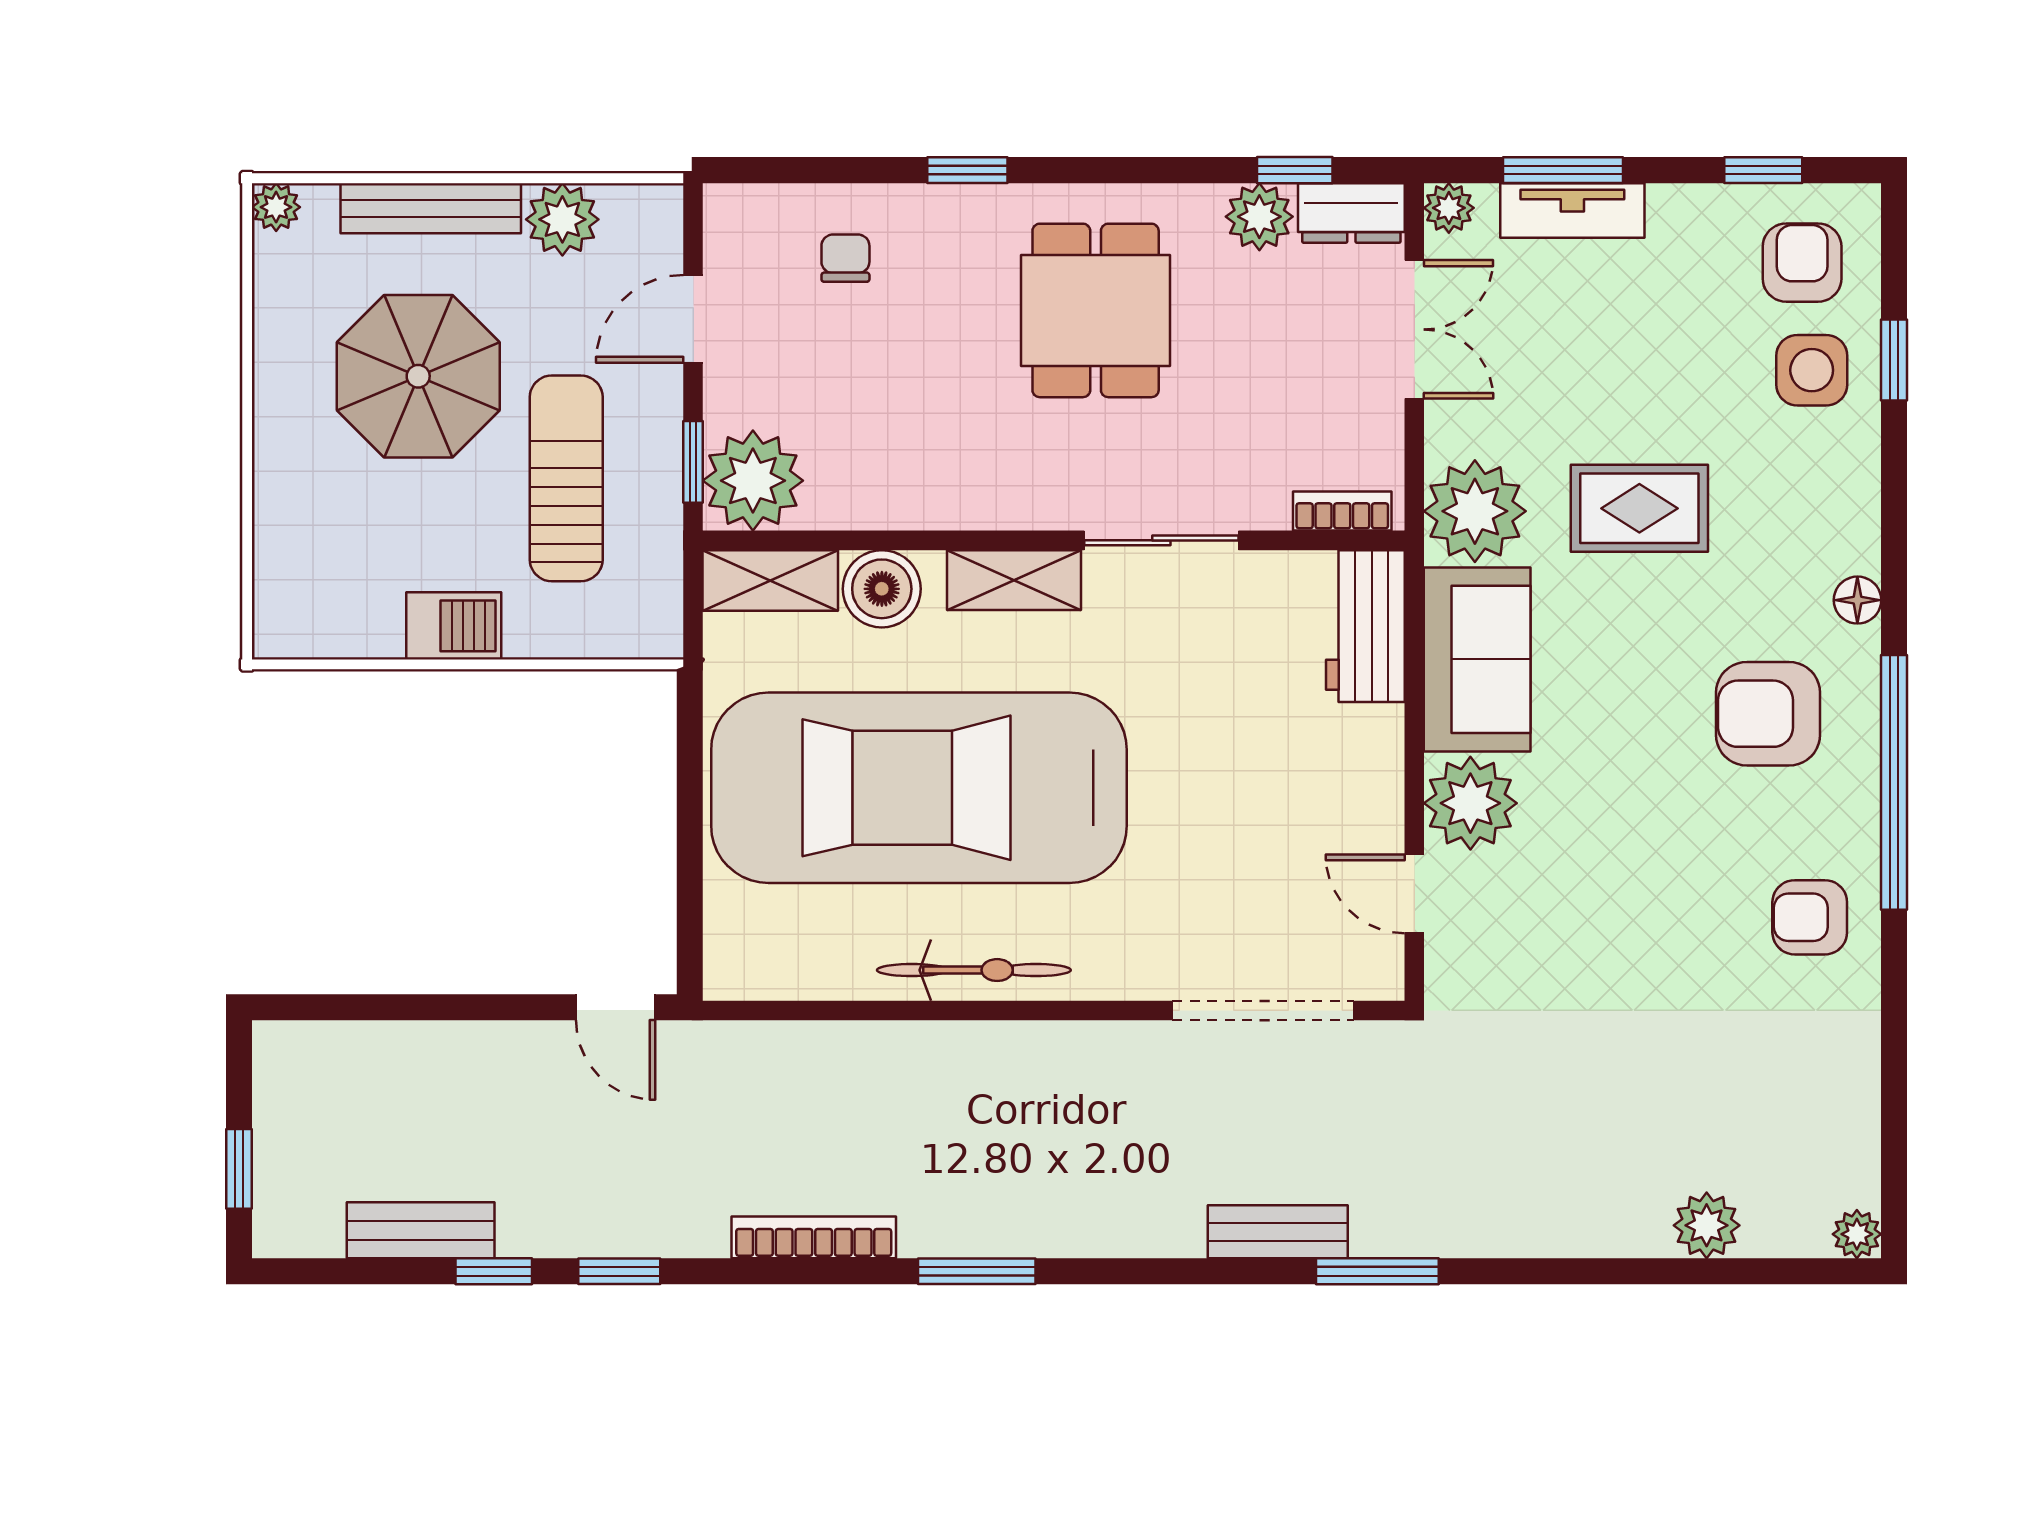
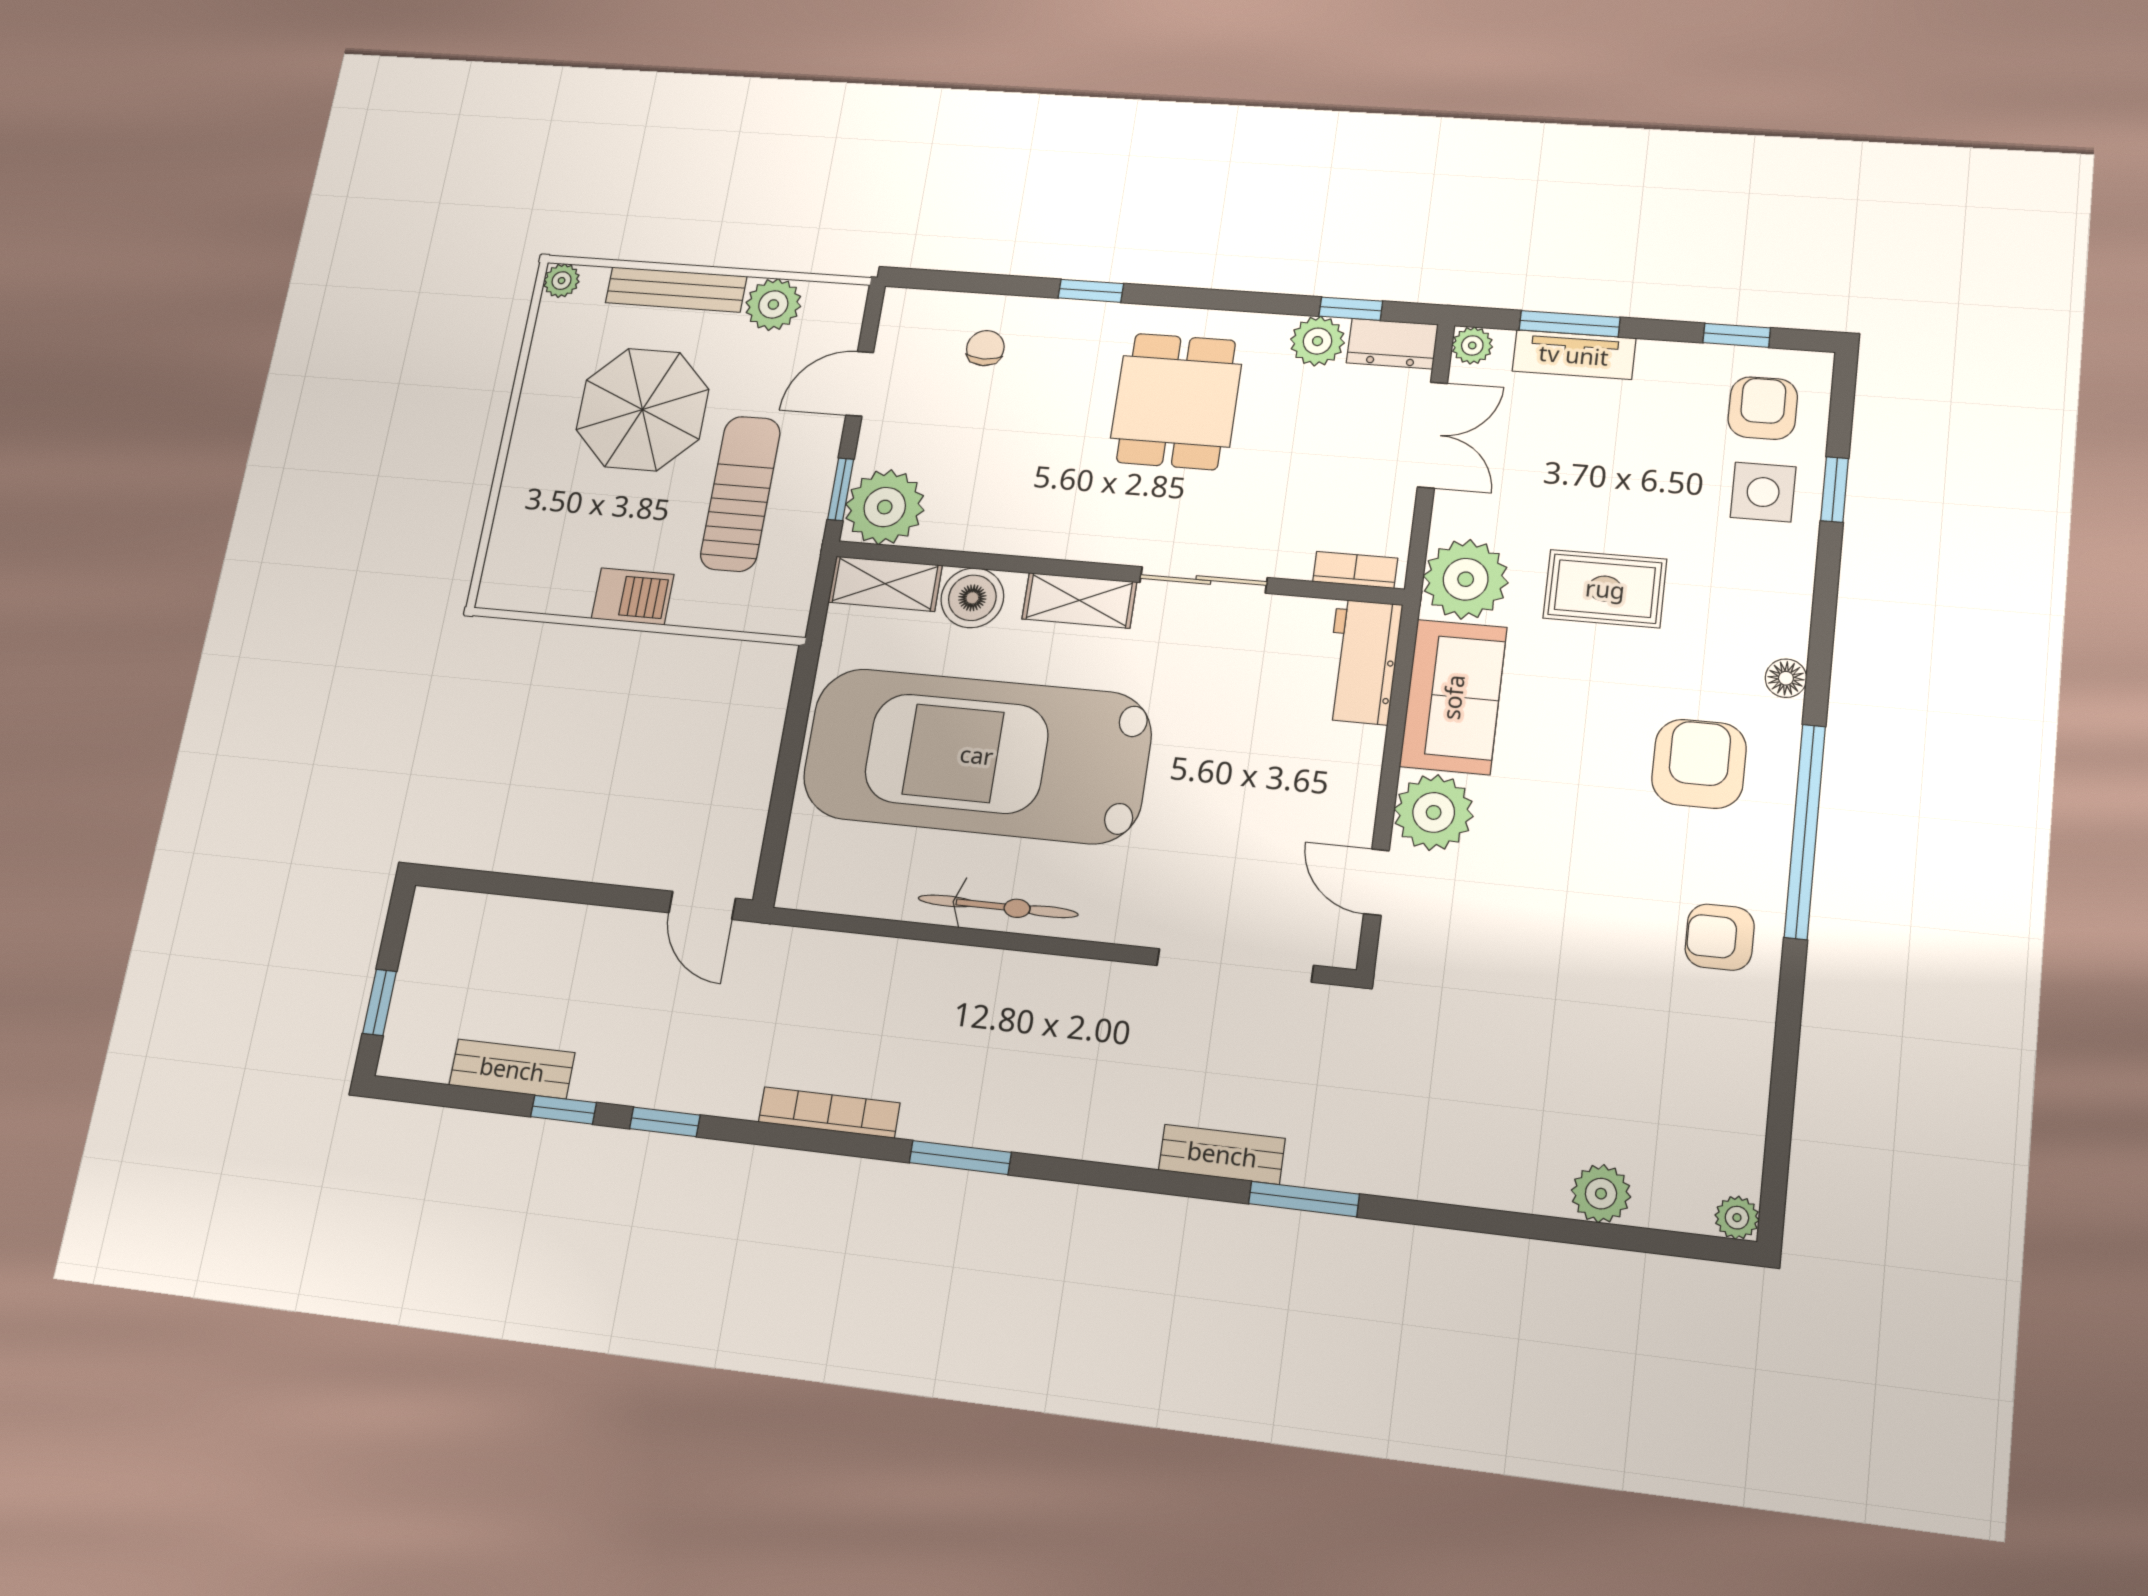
armchair: (1768, 714) -> (1699, 764), turned 90

